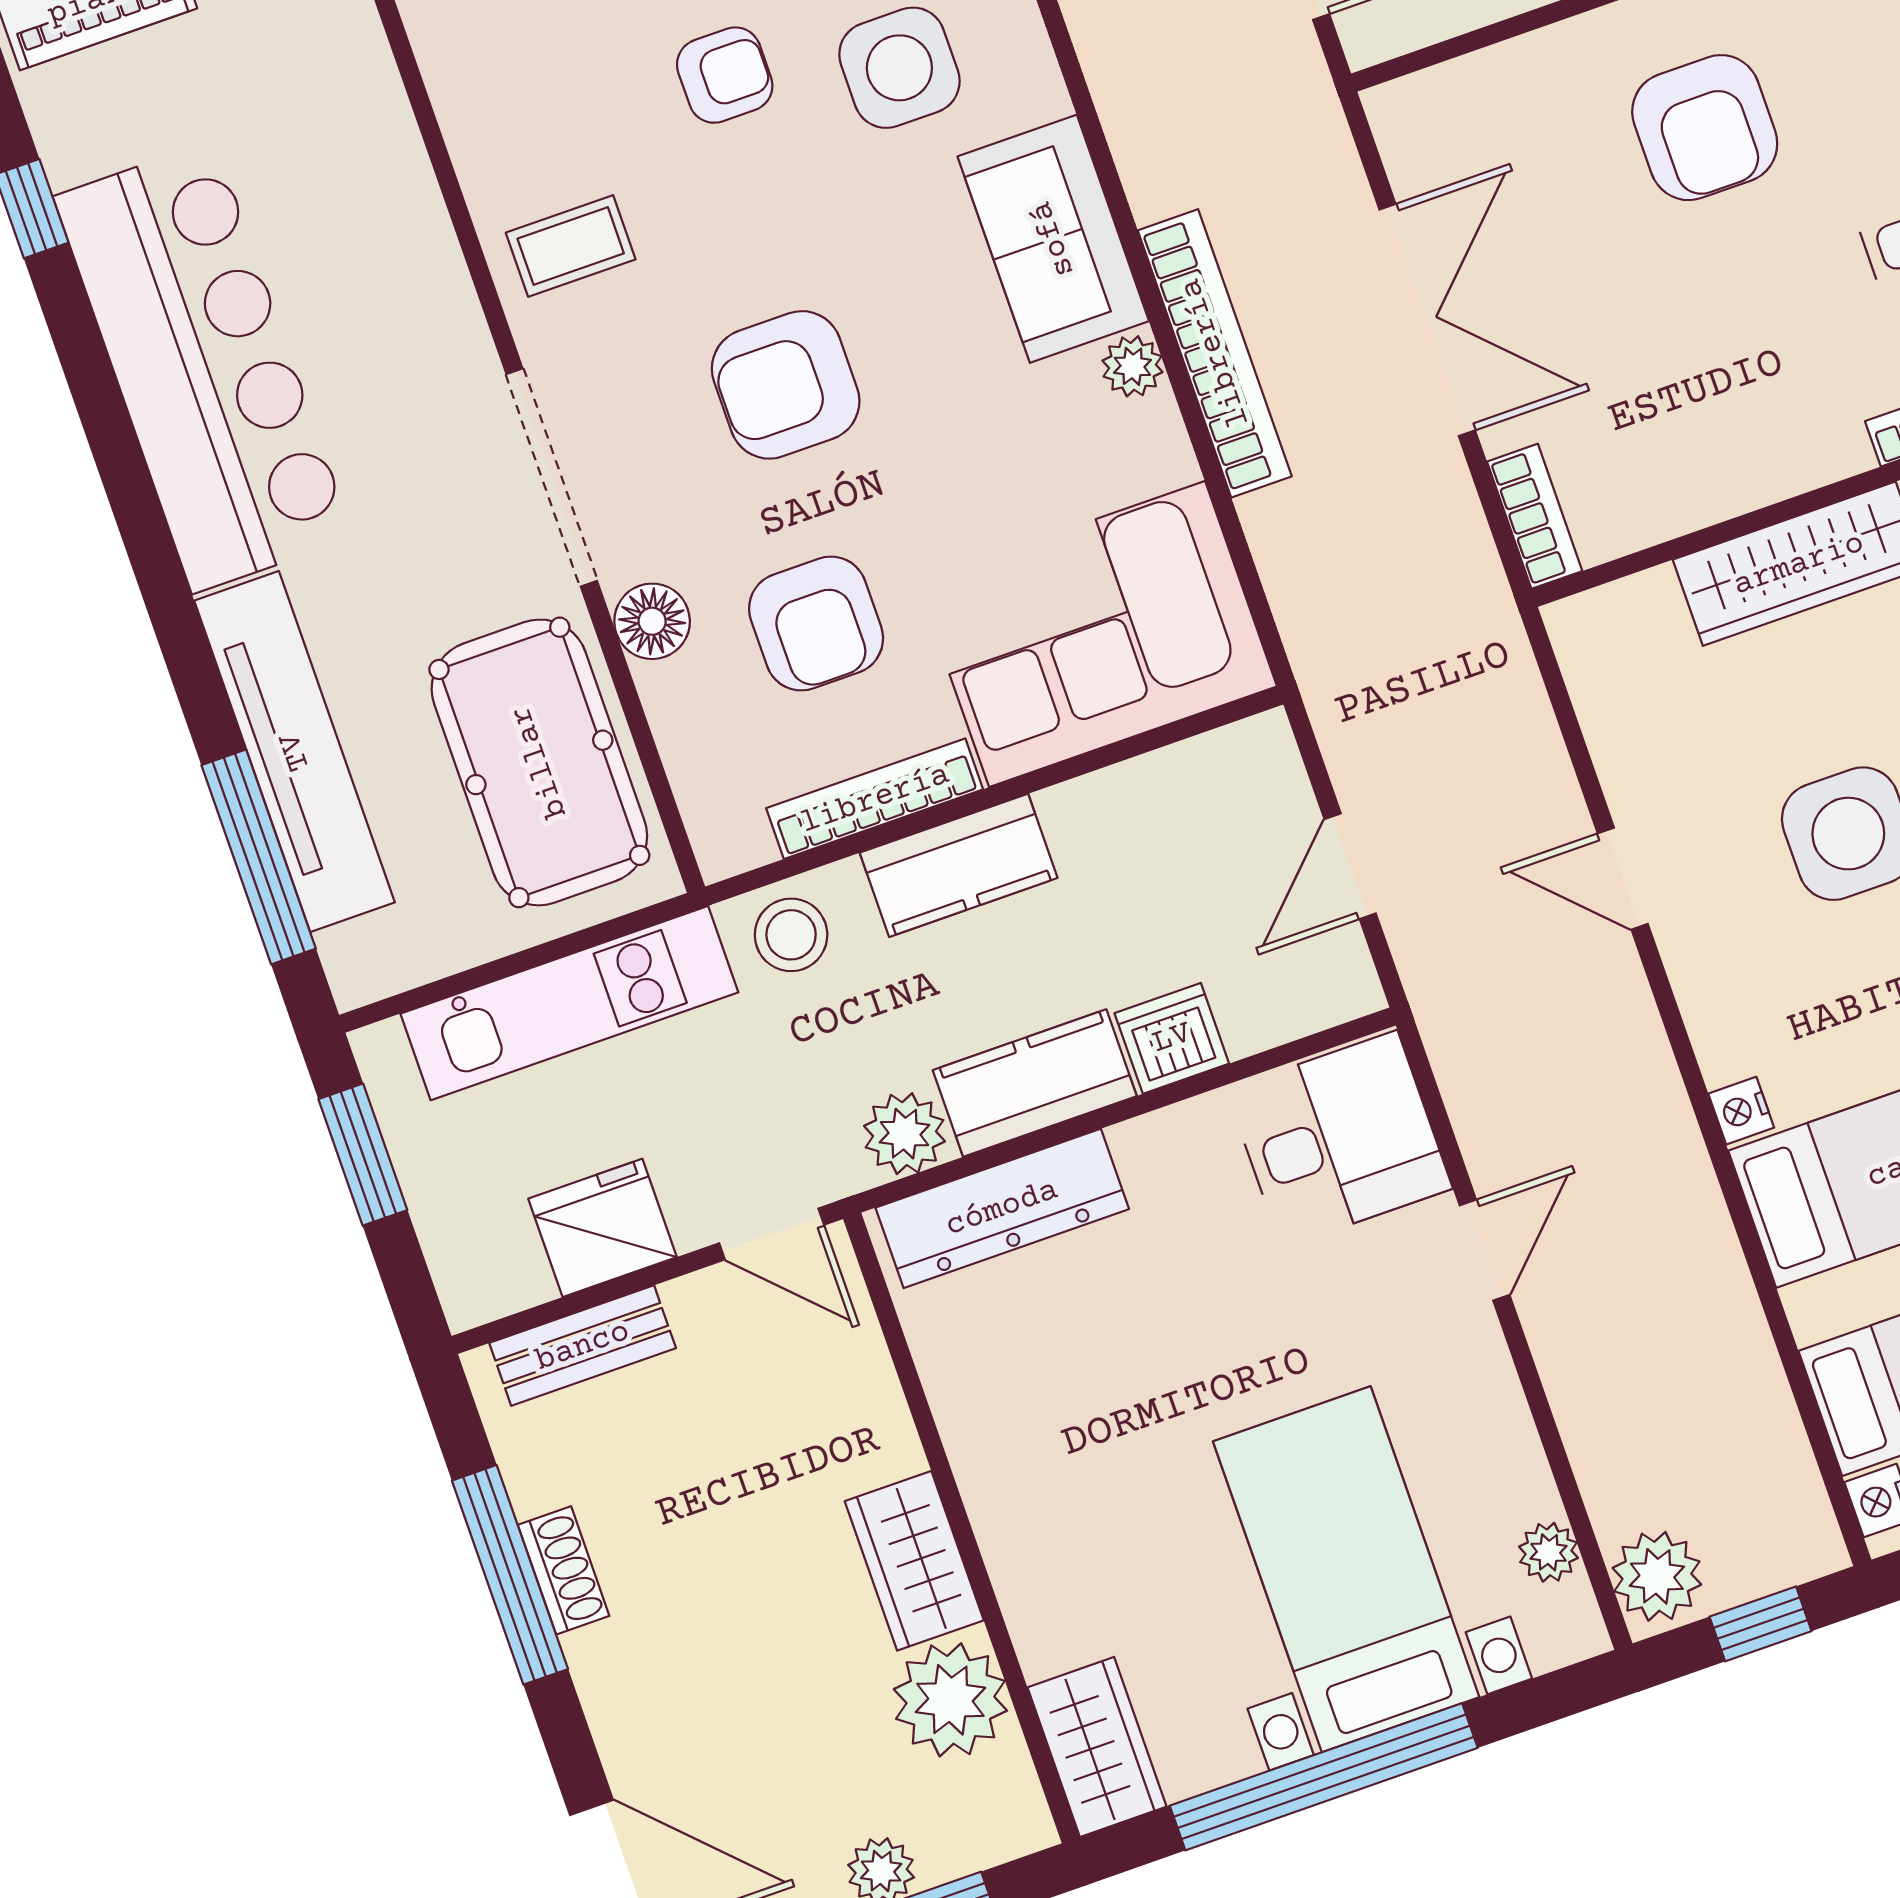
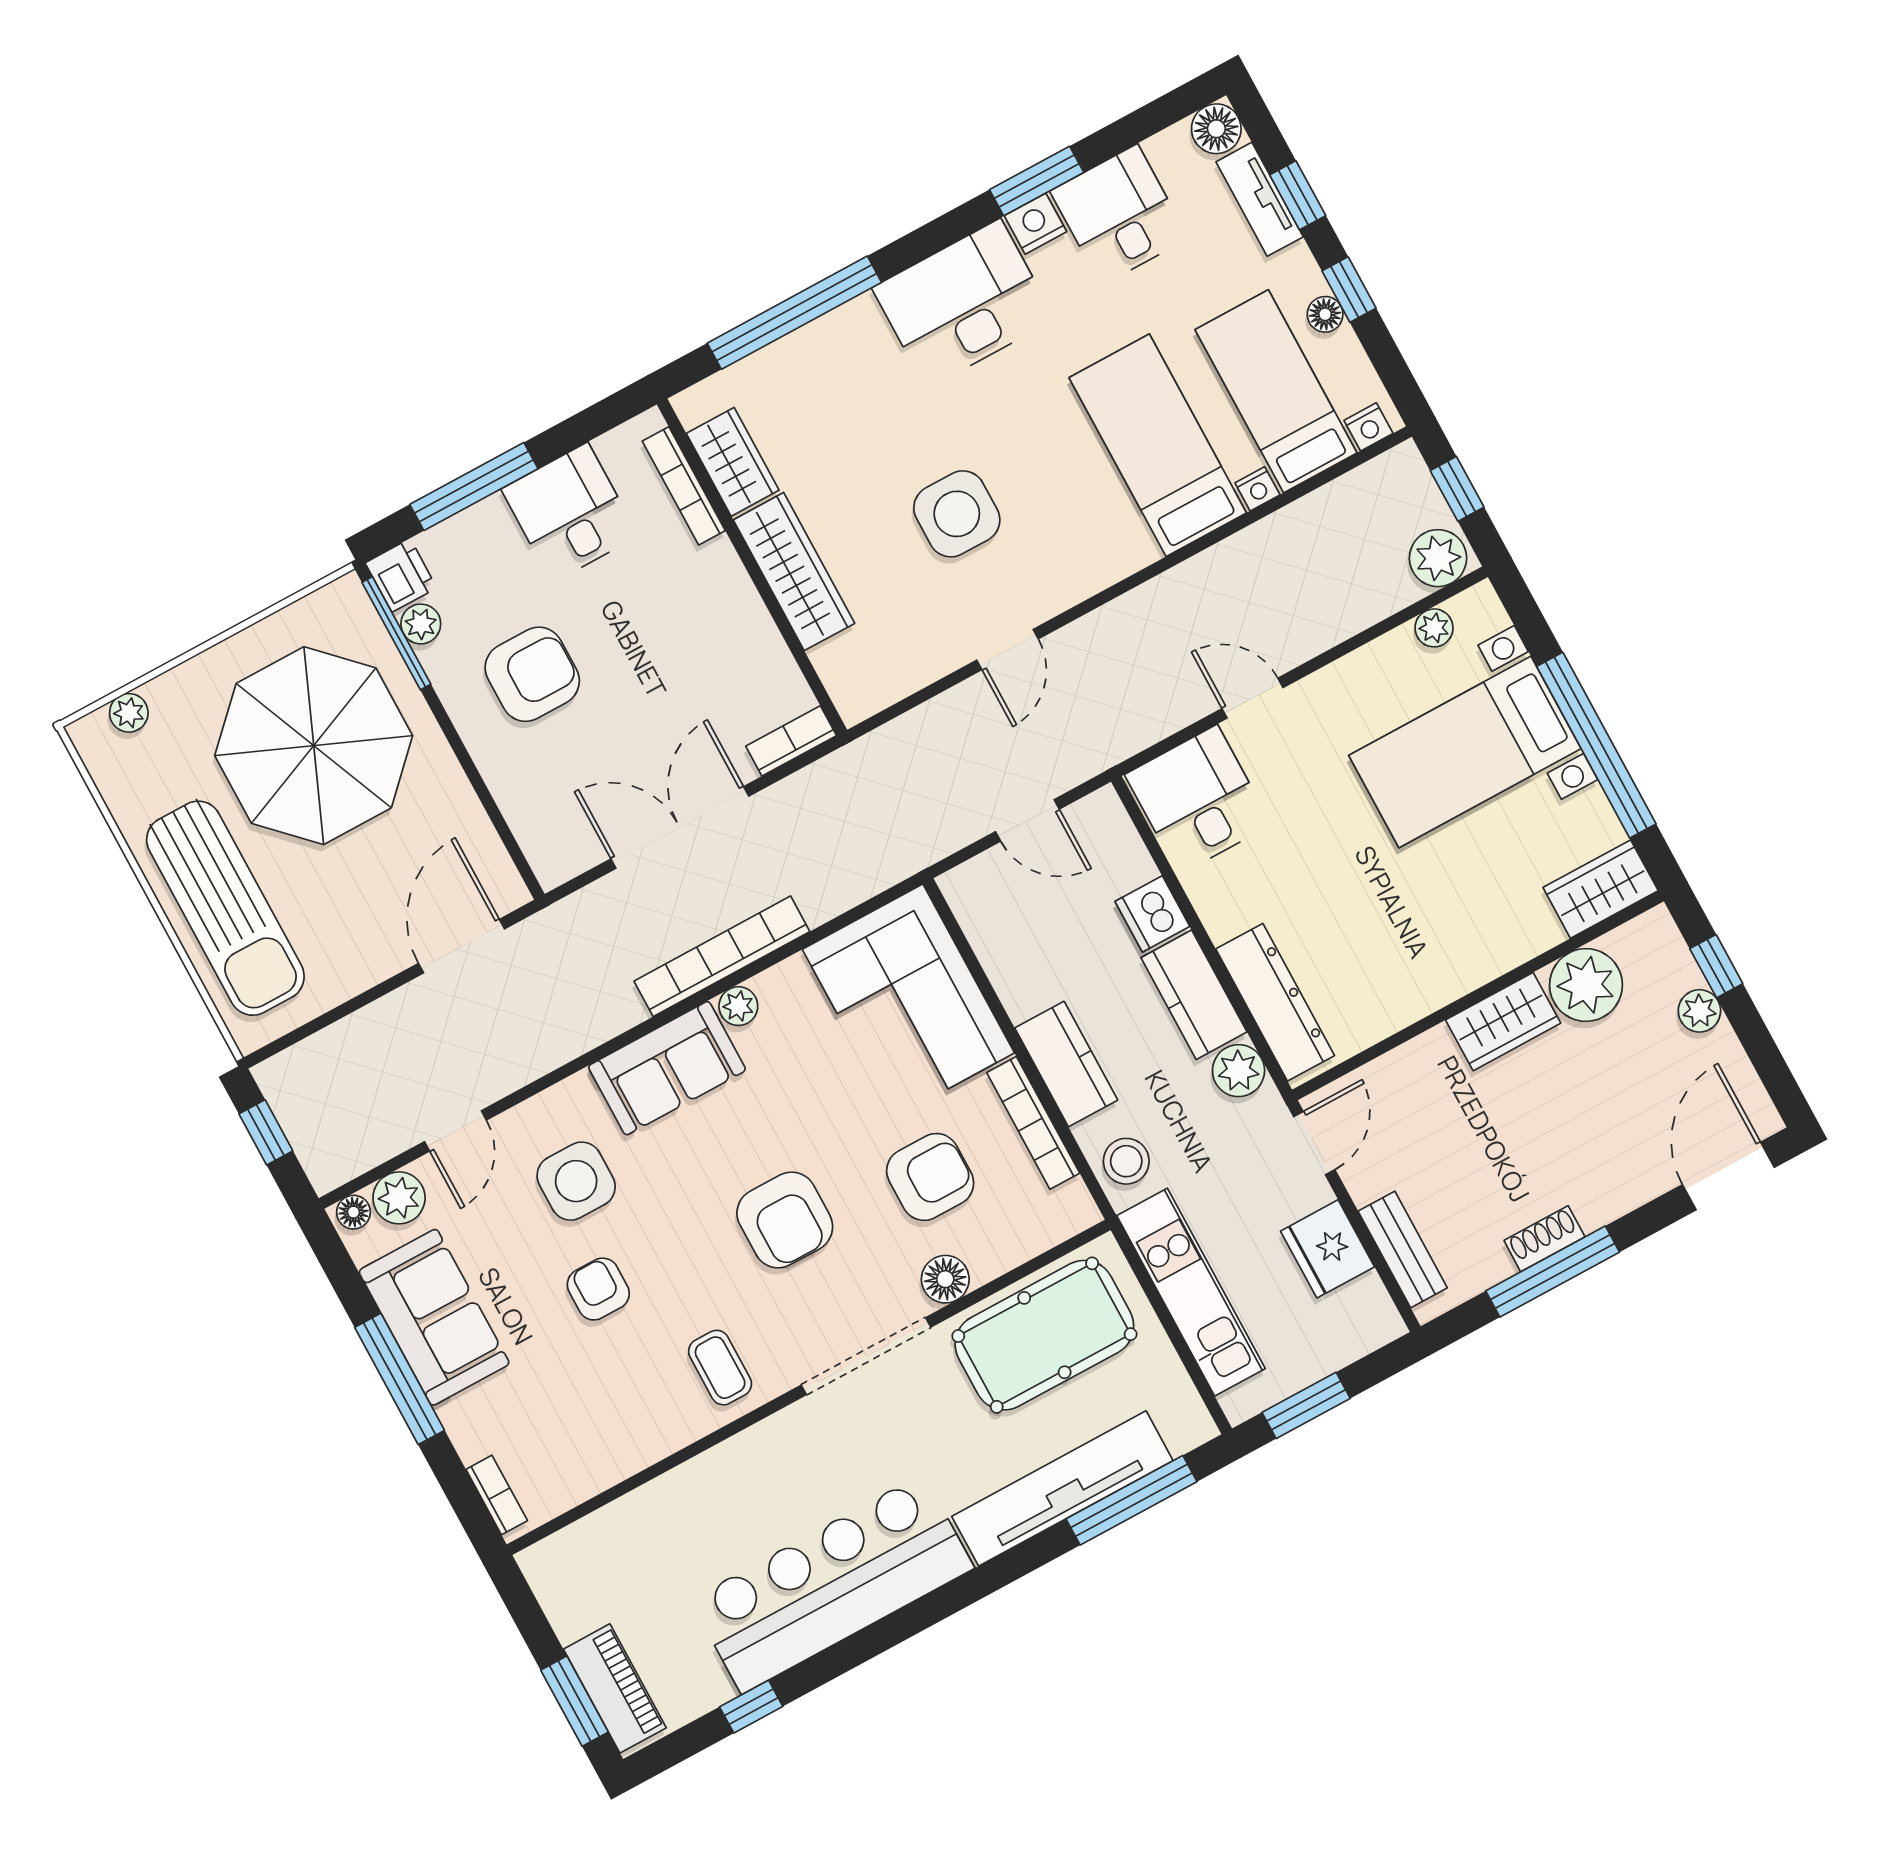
nightstand: (1741, 1111) -> (1257, 489), moved

